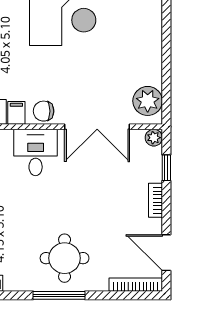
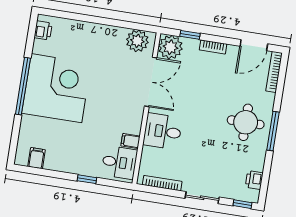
chair: (44, 111) -> (132, 120), removed
plant: (154, 138) -> (170, 47), width x1.87, depth x1.87

